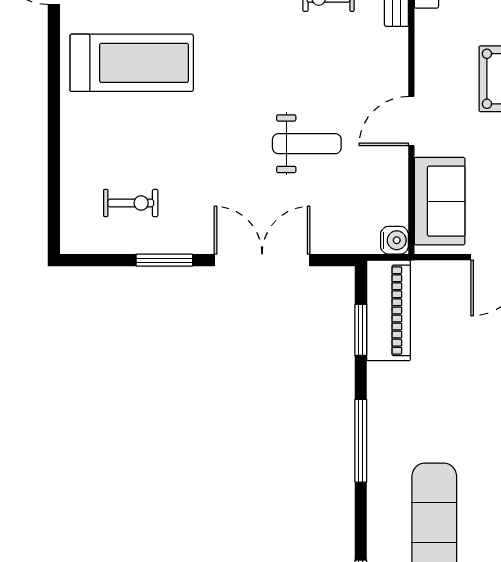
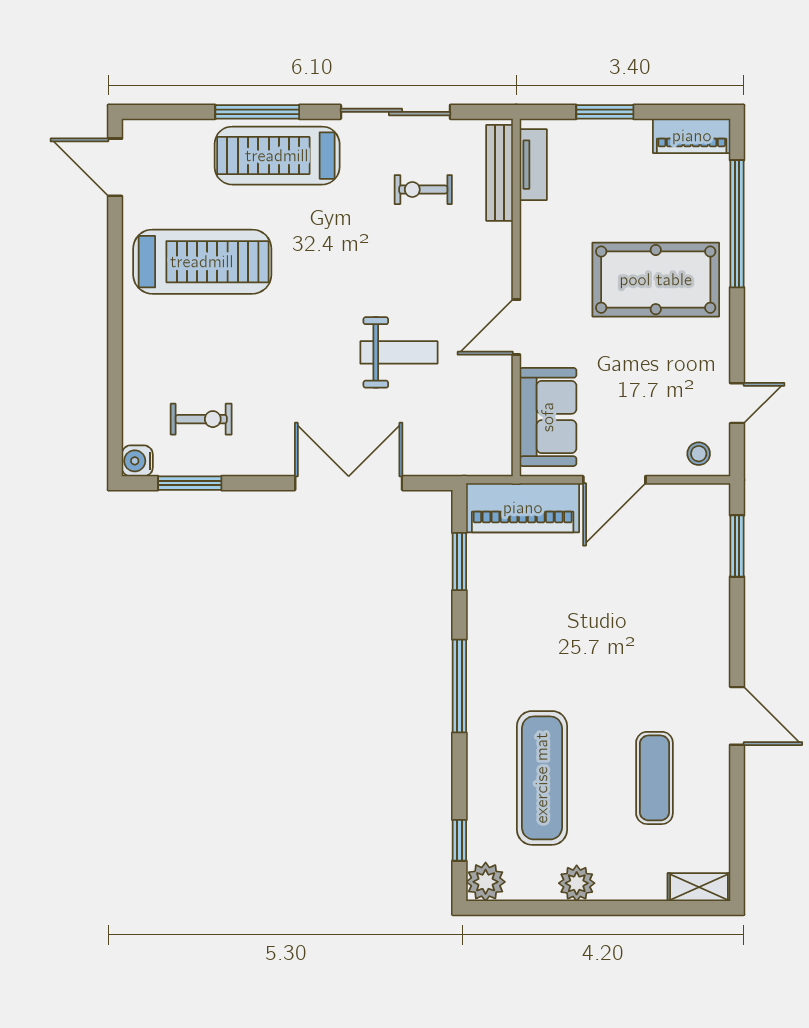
water cooler: (394, 240) -> (137, 461), moved, turned 180
window: (164, 260) -> (190, 483), moved
piano: (389, 310) -> (523, 508), moved, turned 90

